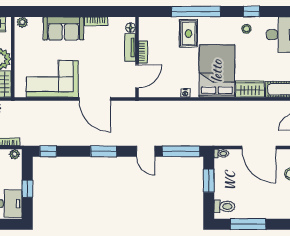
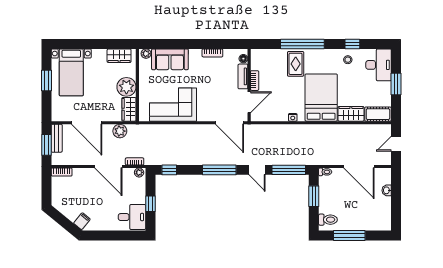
sofa: (63, 28) -> (170, 59), moved
door: (95, 99) -> (230, 123), moved
window: (104, 151) -> (219, 170), width x1.44

